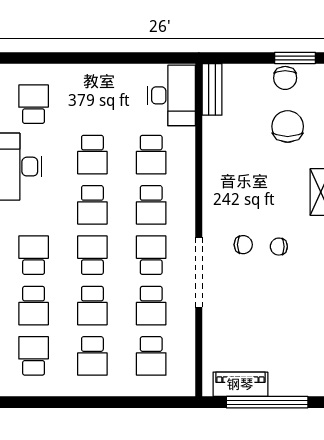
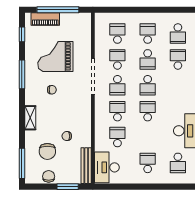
window: (295, 58) -> (68, 187), moved
bench: (212, 89) -> (86, 166), width x1.36
school desk: (92, 155) -> (148, 163), moved
chair: (243, 245) -> (67, 136), moved
school desk: (34, 255) -> (178, 85), removed
school desk: (92, 306) -> (148, 59), turned 180
grand piano: (272, 311) -> (55, 56), added
piano: (240, 384) -> (45, 19), moved

